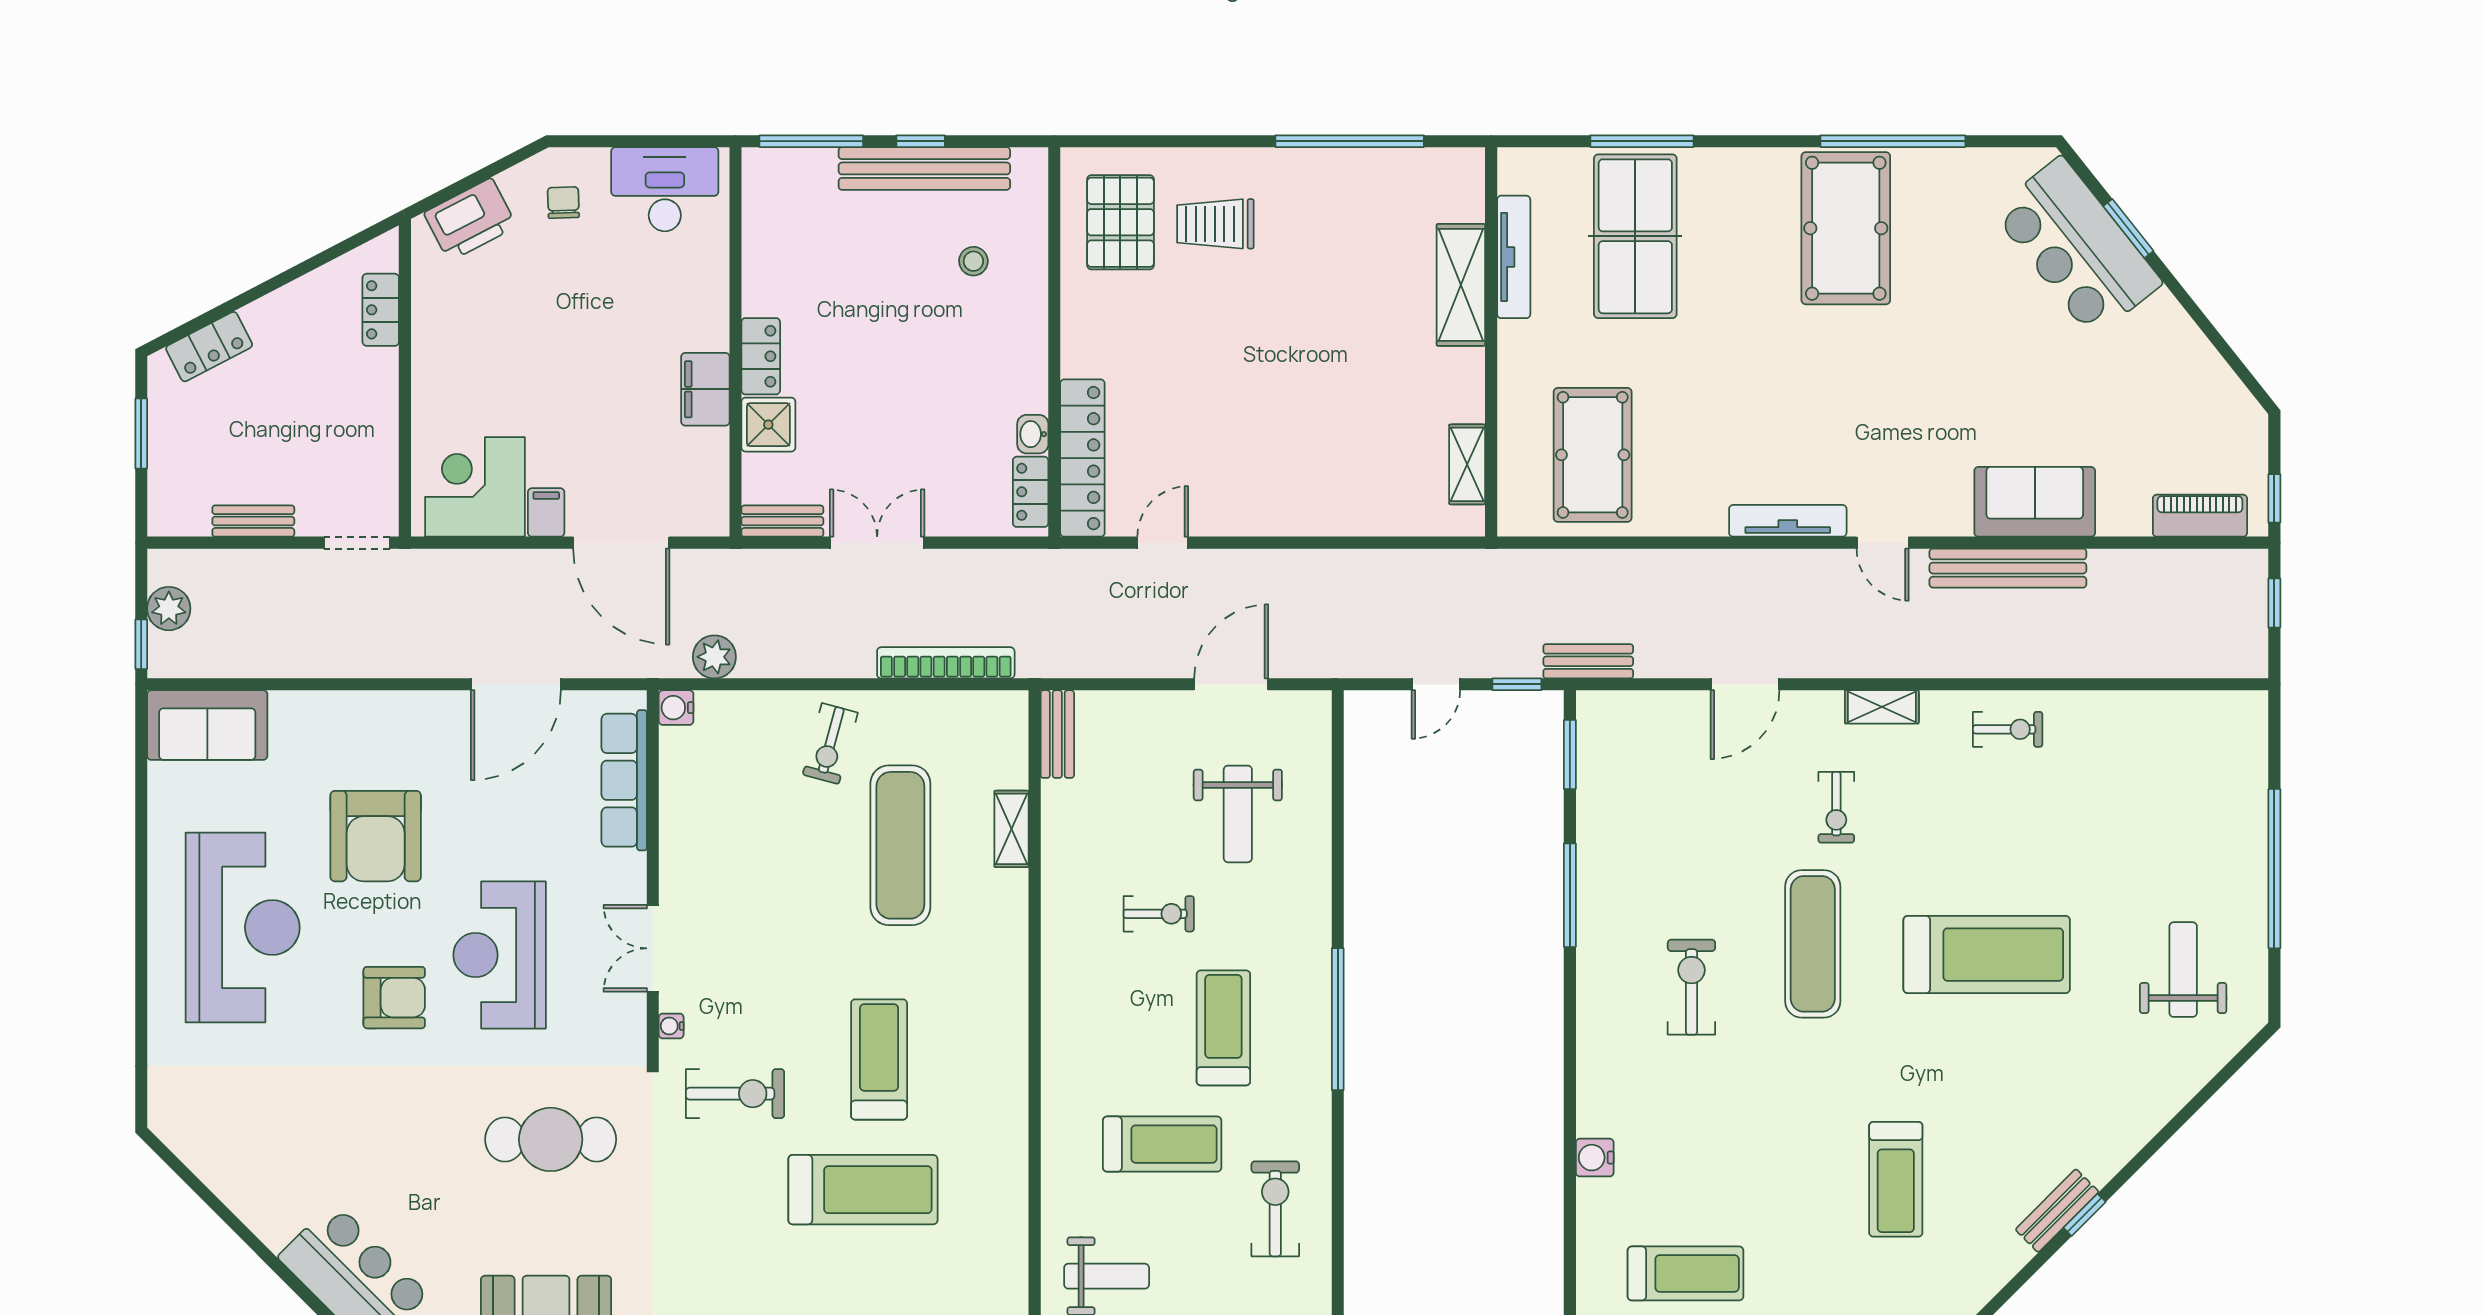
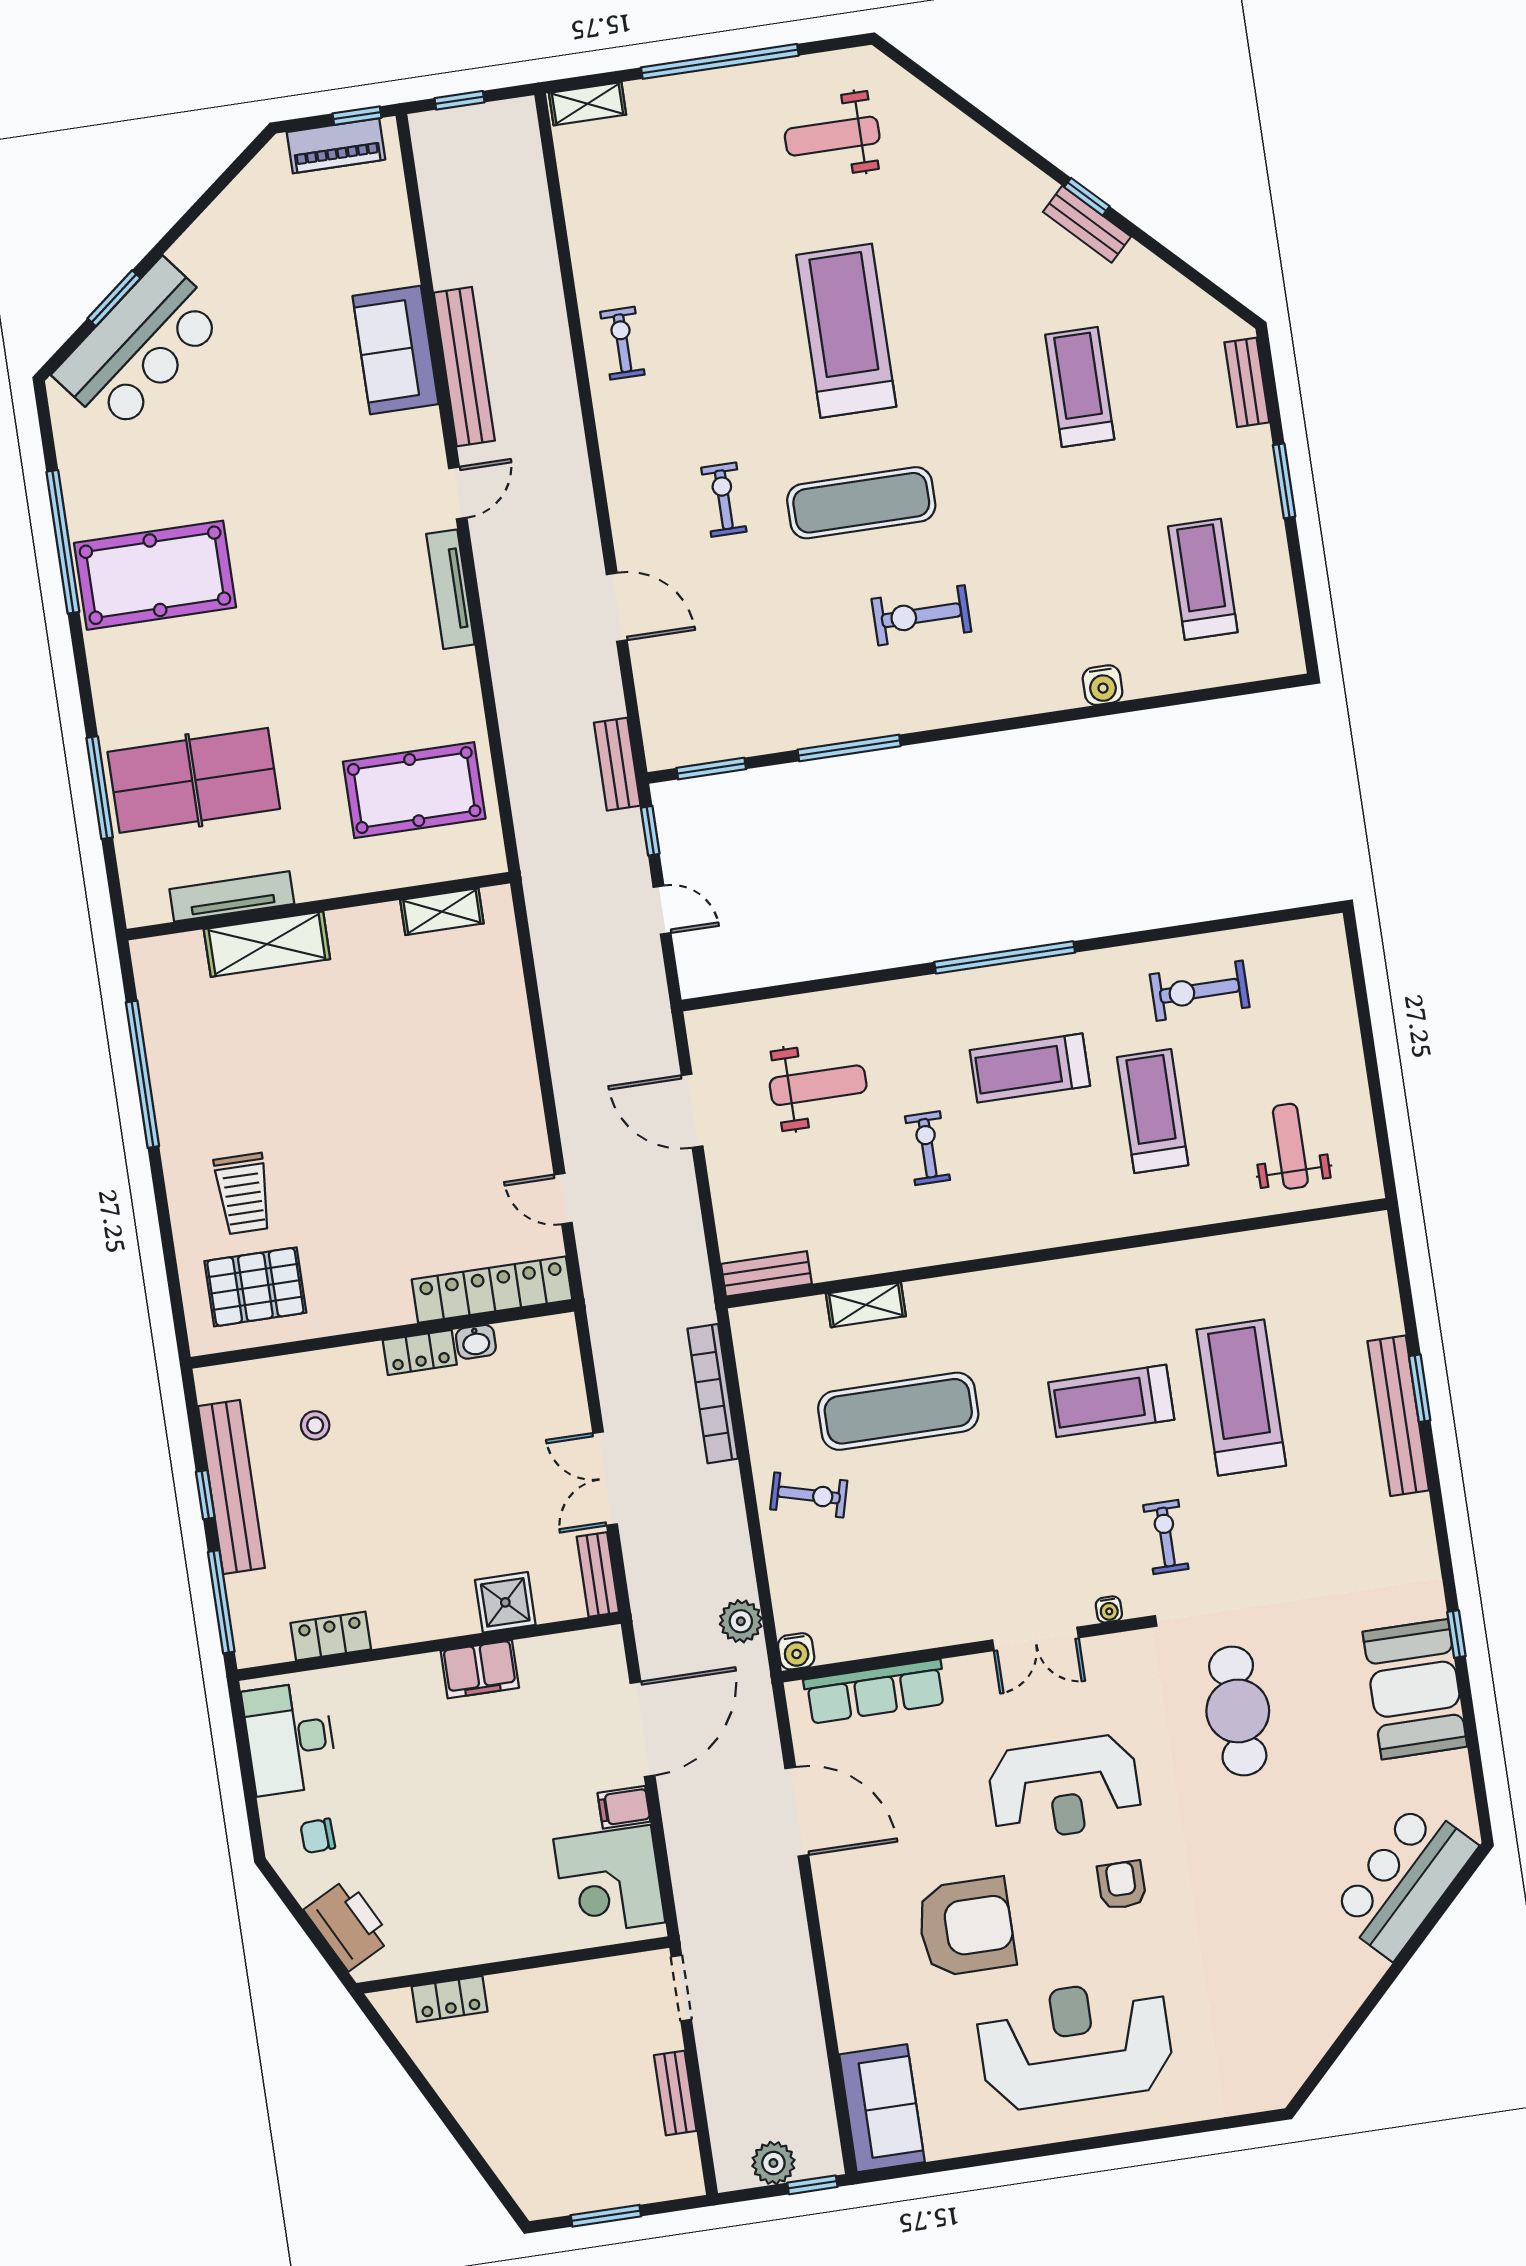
locker: (209, 347) -> (511, 2162), removed
locker: (761, 356) -> (331, 1636), moved
locker: (1031, 492) -> (420, 1352), moved
piano: (2200, 516) -> (336, 146), moved, turned -90
shelving: (1882, 707) -> (588, 104), moved, turned 90
exercise bike: (1836, 807) -> (724, 500), turned -90
armchair: (394, 998) -> (1122, 1885), width x0.72, depth x0.72
exercise bike: (735, 1094) -> (1166, 1537), width x0.73, depth x0.72
treadmill: (1896, 1179) -> (1080, 387), turned -90

